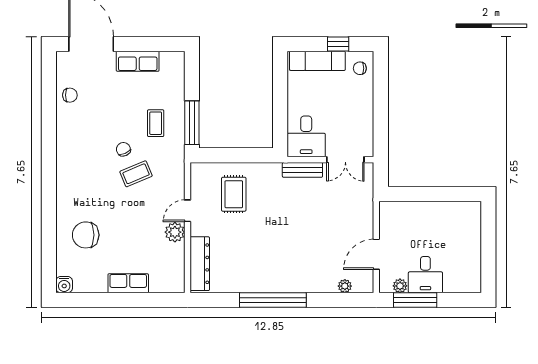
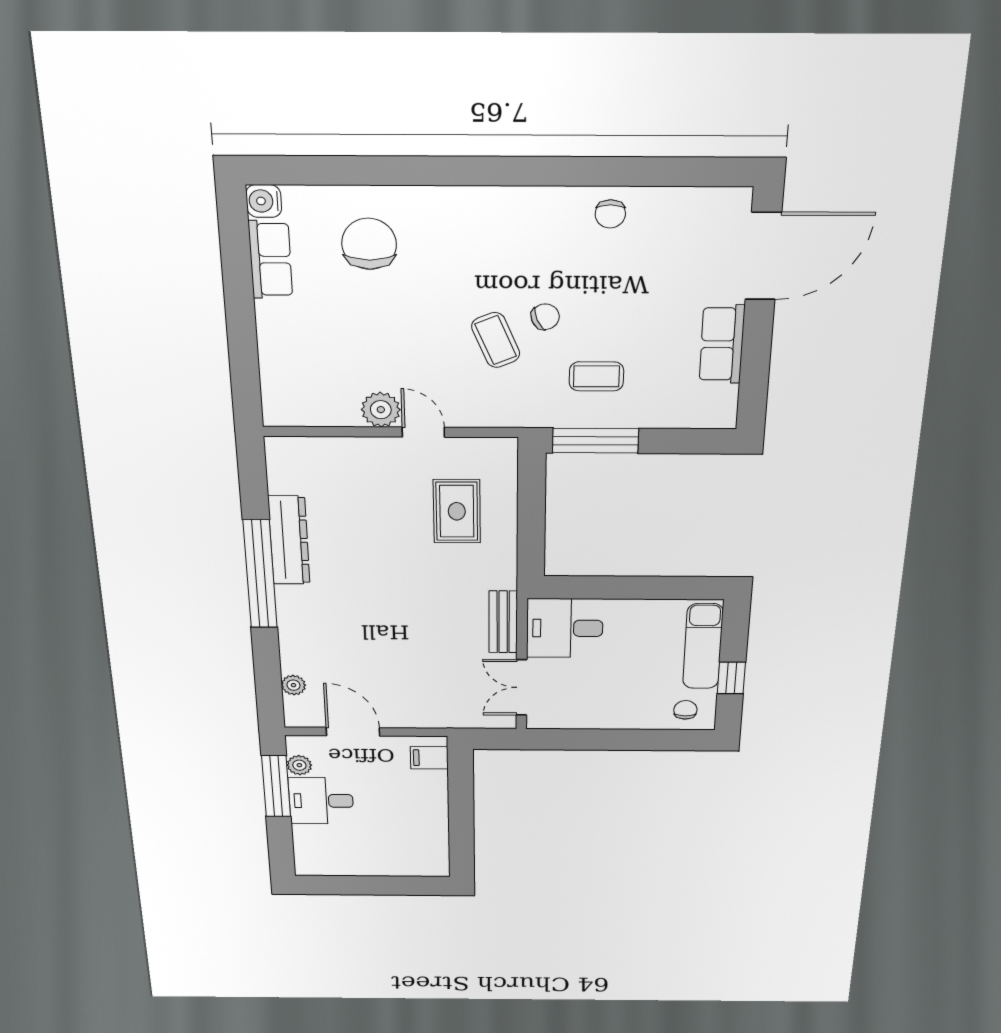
chair: (70, 95) -> (610, 214), moved
rug: (234, 194) -> (457, 511), turned 90
filing cabinet: (394, 212) -> (429, 758), added
dresser: (200, 264) -> (289, 540), moved, turned -90
row of seats: (128, 283) -> (270, 260), moved

